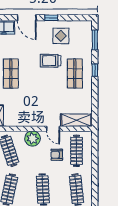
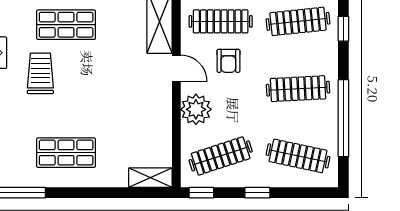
trolley: (51, 61) -> (40, 73), turned 180
door: (53, 129) -> (176, 68), hinge flipped

